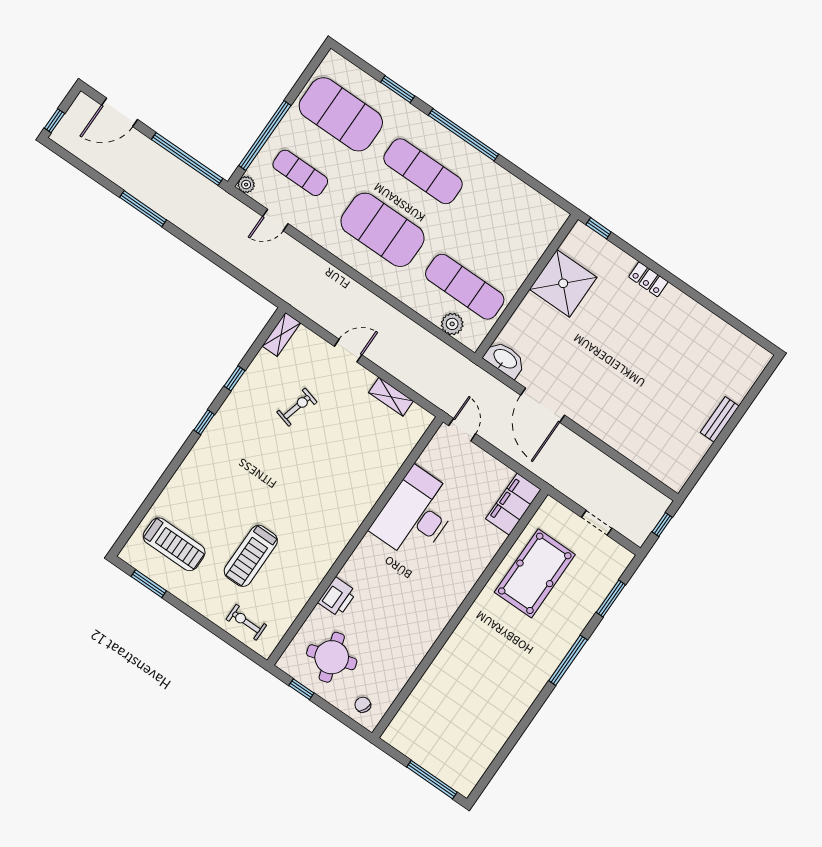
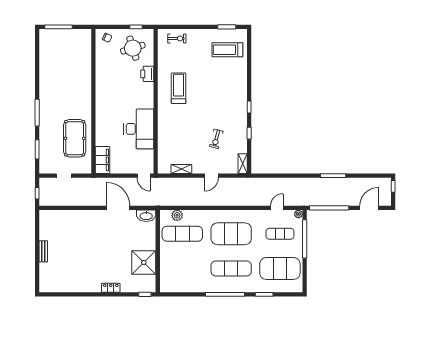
treadmill: (251, 556) -> (179, 88), moved

